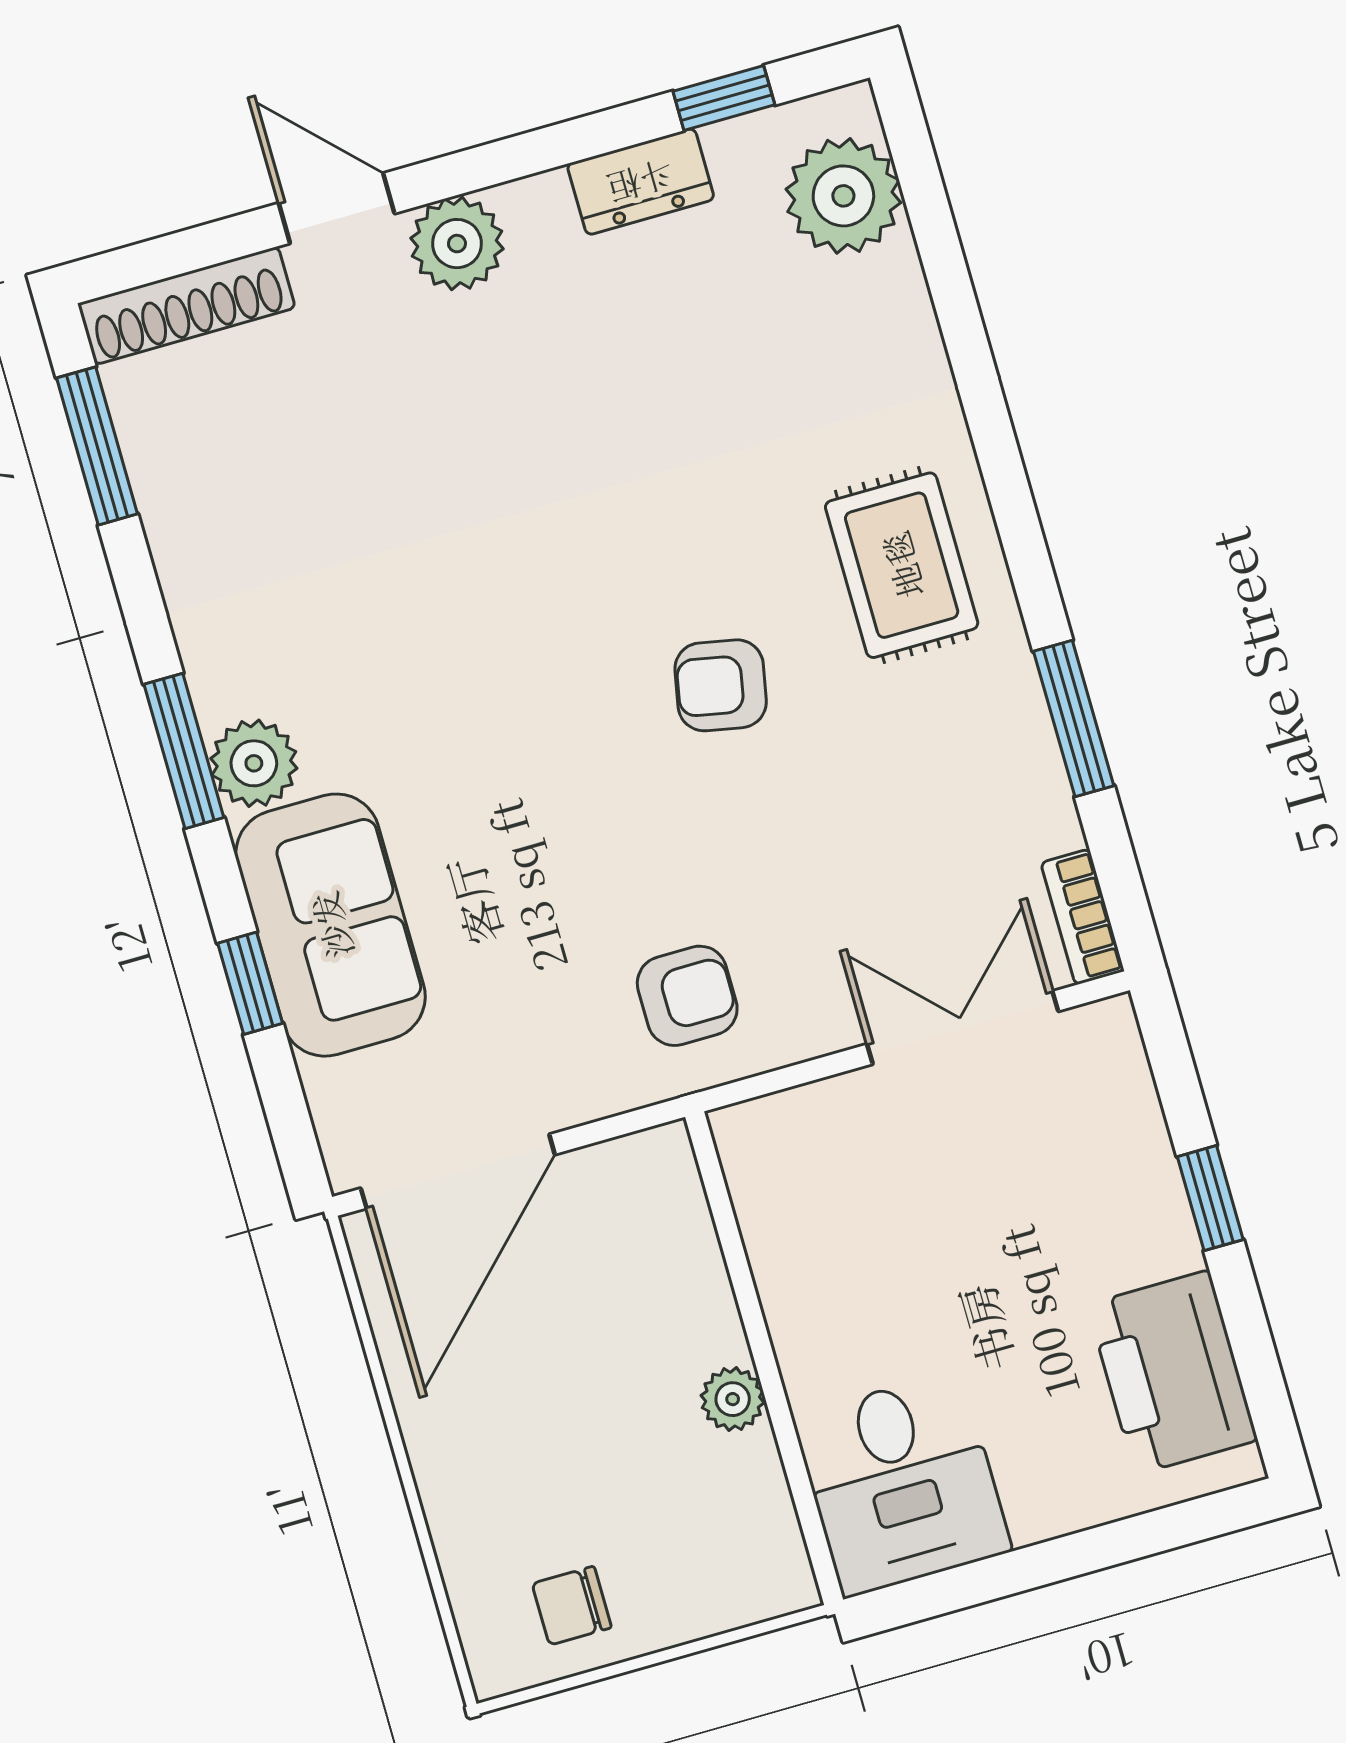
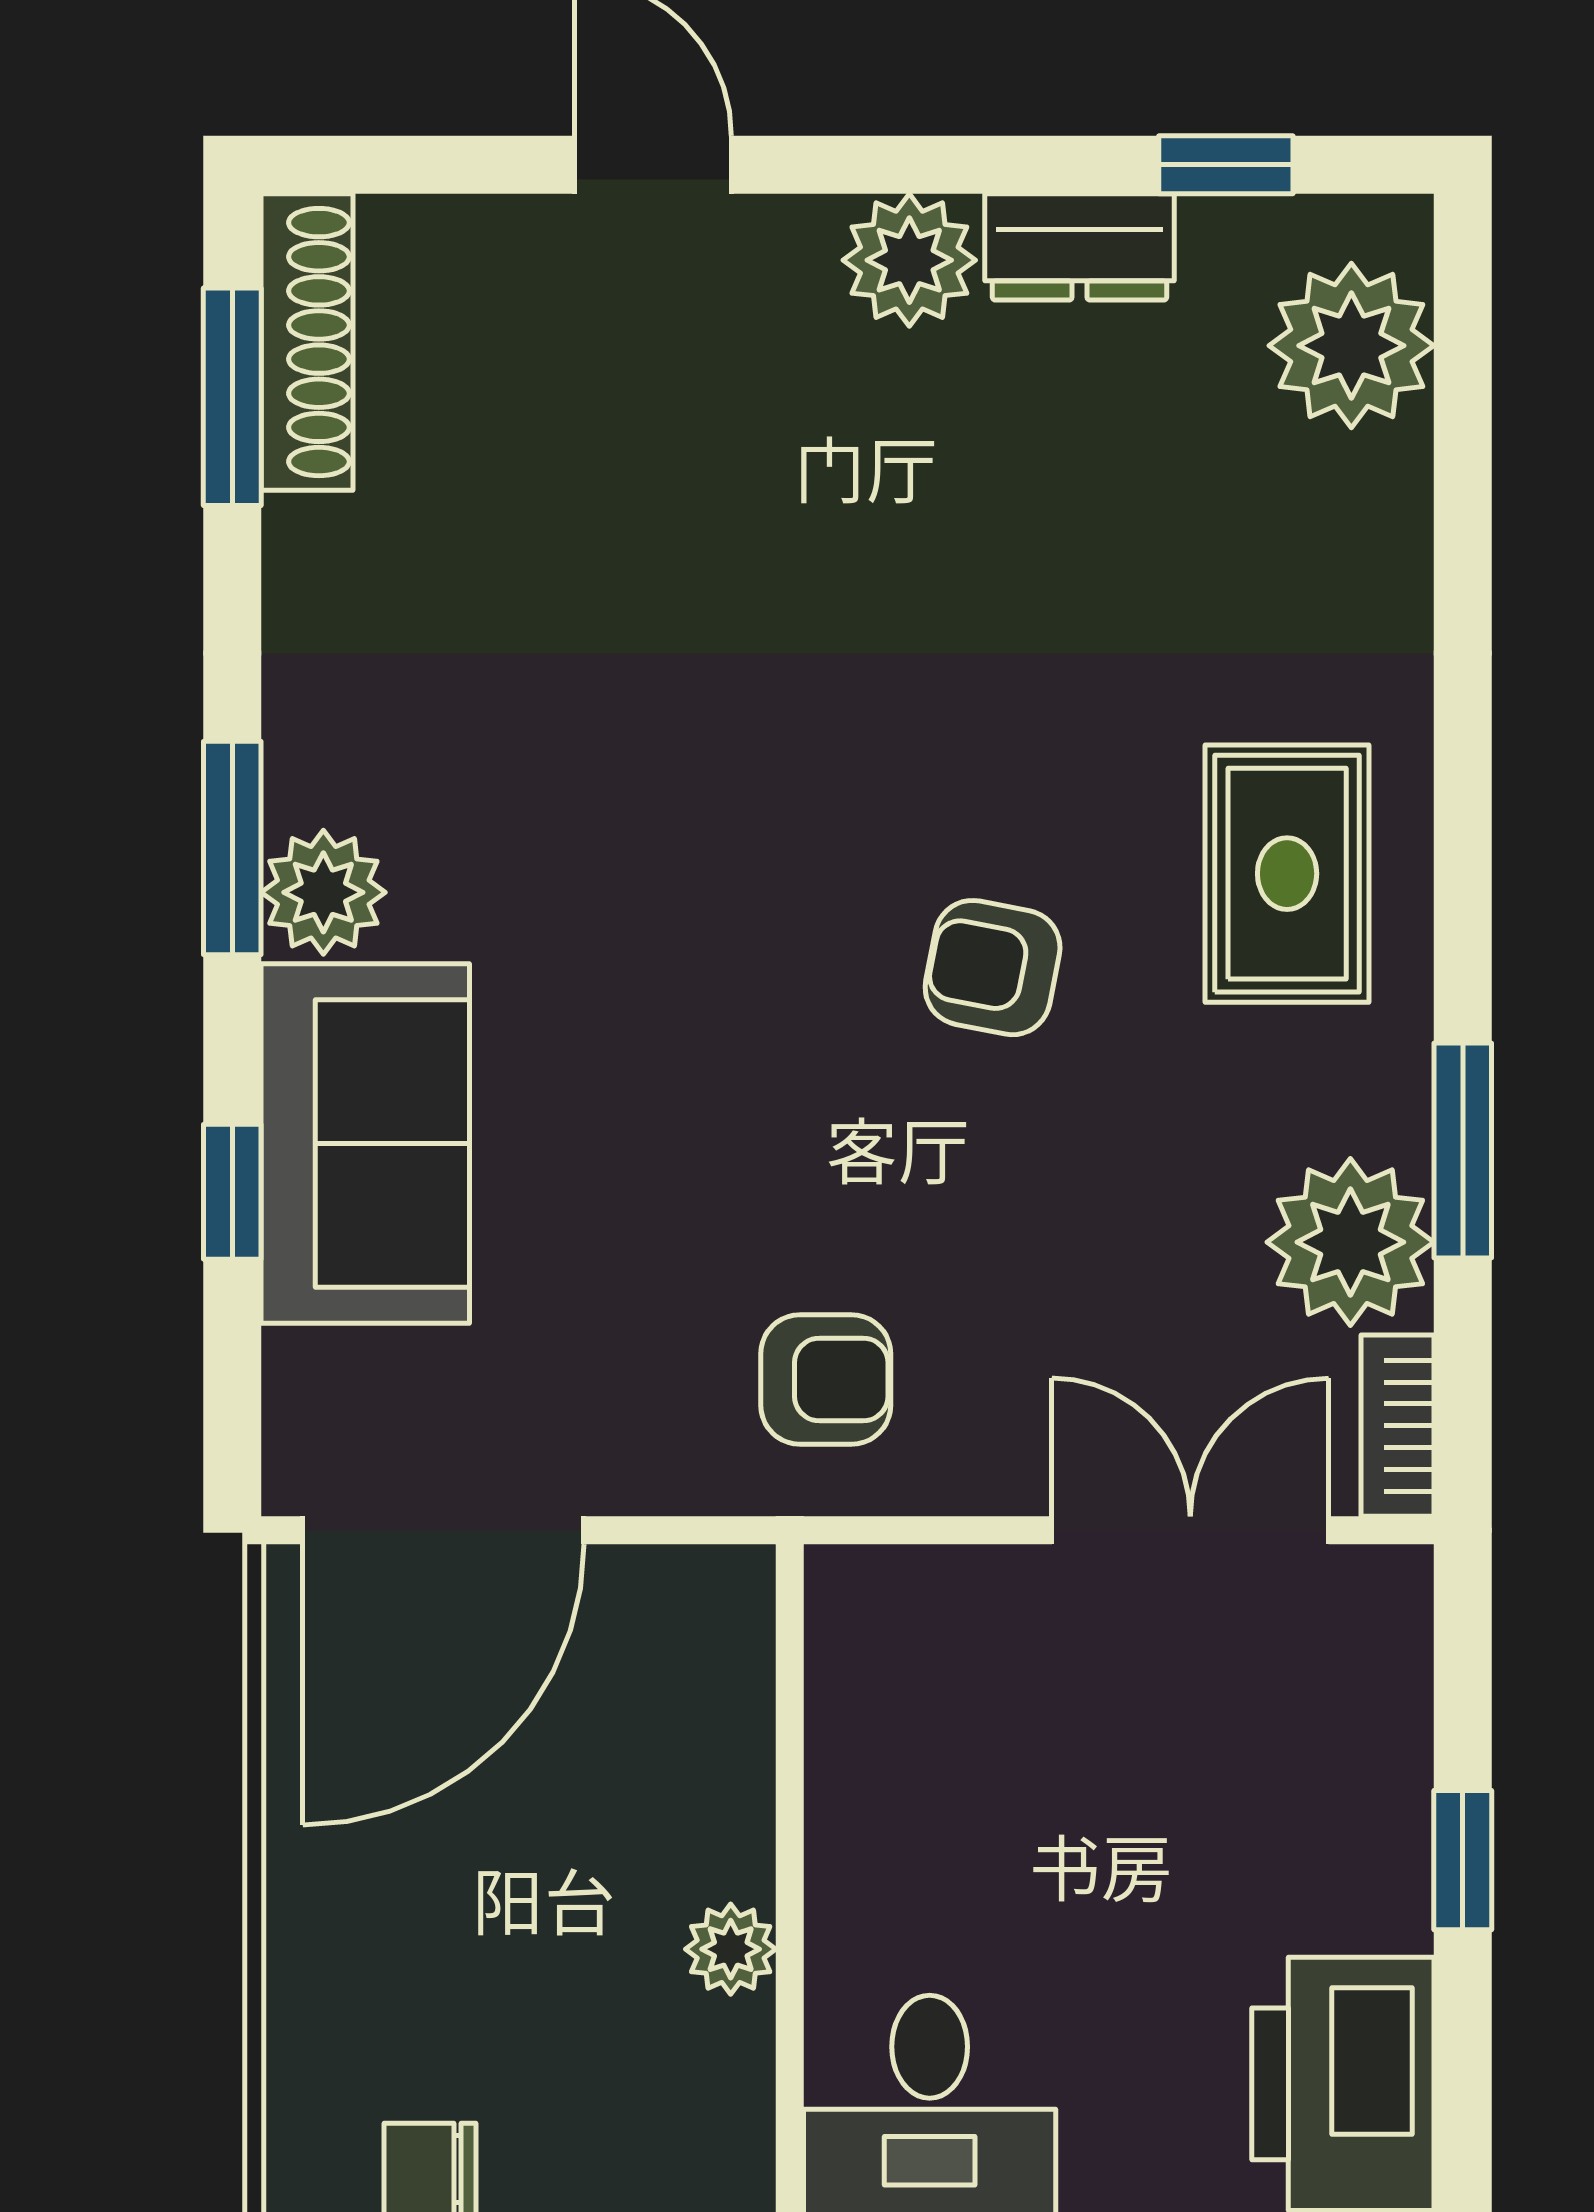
plant: (457, 244) -> (909, 260), moved
shoe rack: (187, 306) -> (307, 342), moved, turned -90
plant: (1015, 802) -> (1350, 1242), added

